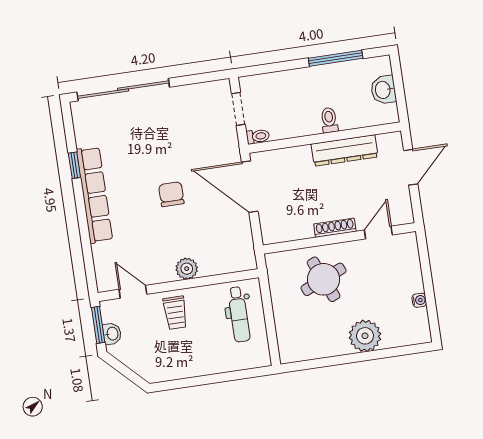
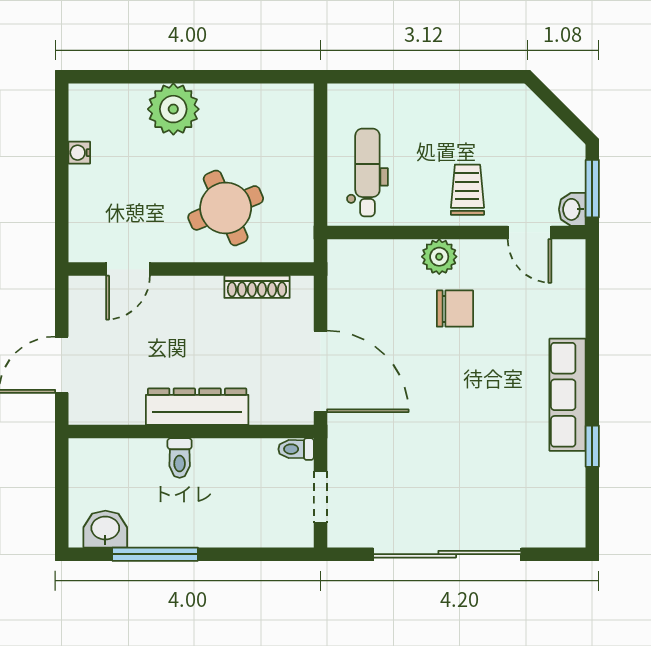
sliding door: (123, 90) -> (447, 554), moved
washbasin: (383, 90) -> (105, 529), moved, turned -90
dresser: (345, 150) -> (197, 407), moved
chair: (171, 194) -> (455, 309), moved, turned -90
row of seats: (95, 195) -> (568, 395), width x0.73
shoe rack: (335, 228) -> (257, 287), moved
washbasin: (112, 334) -> (572, 209), moved

